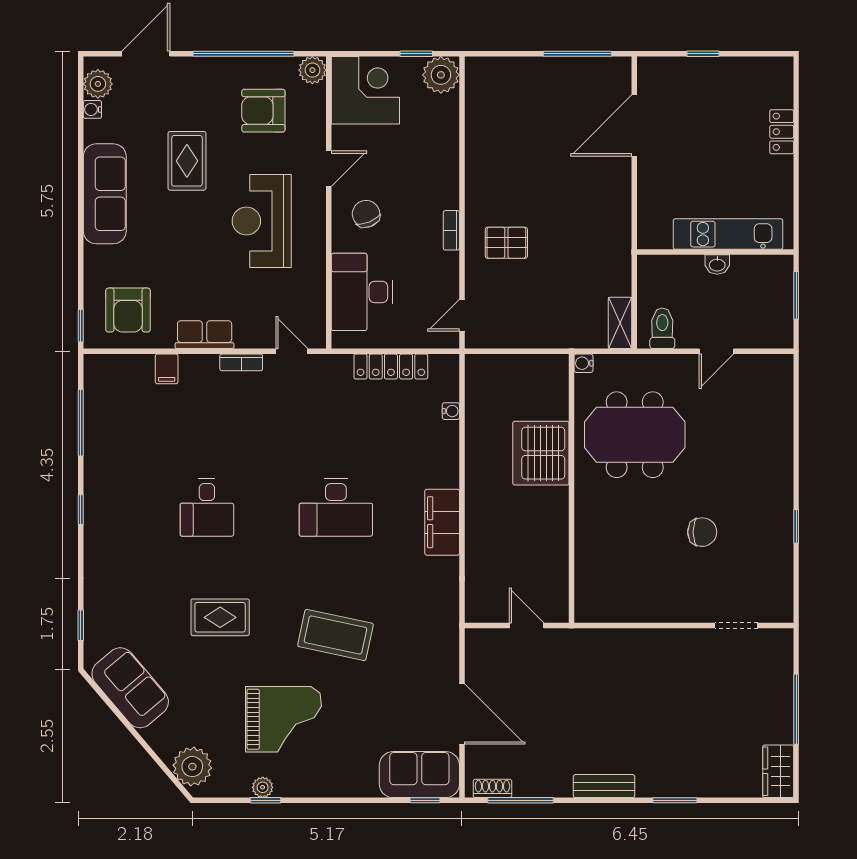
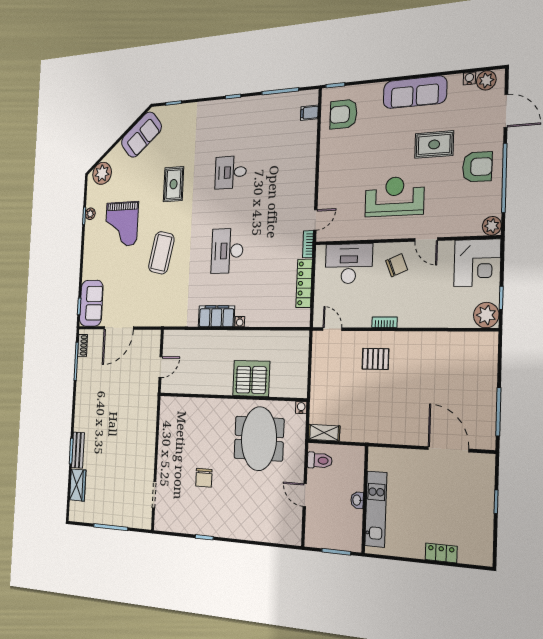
armchair: (263, 111) -> (477, 167), moved, turned 91
pallet: (506, 243) -> (375, 359), turned 90
row of seats: (205, 335) -> (327, 164), removed
bookcase: (241, 362) -> (308, 244), moved
filing cabinet: (167, 369) -> (309, 113), moved
water cooler: (451, 411) -> (240, 322), moved
wardrobe: (778, 771) -> (78, 485), moved, turned 90
bench: (604, 786) -> (78, 450), moved

